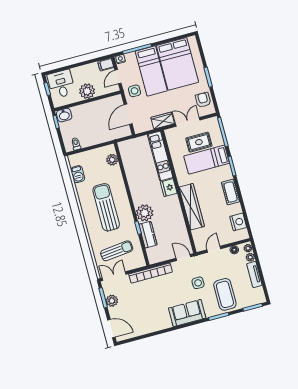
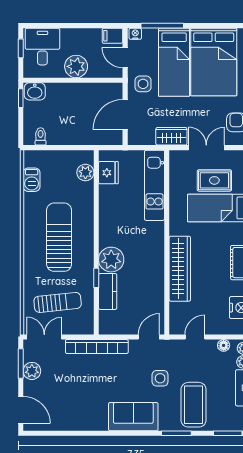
door: (118, 77) -> (125, 58), hinge flipped
fridge: (169, 188) -> (108, 173), moved, turned 180
door: (183, 257) -> (149, 337), hinge flipped

